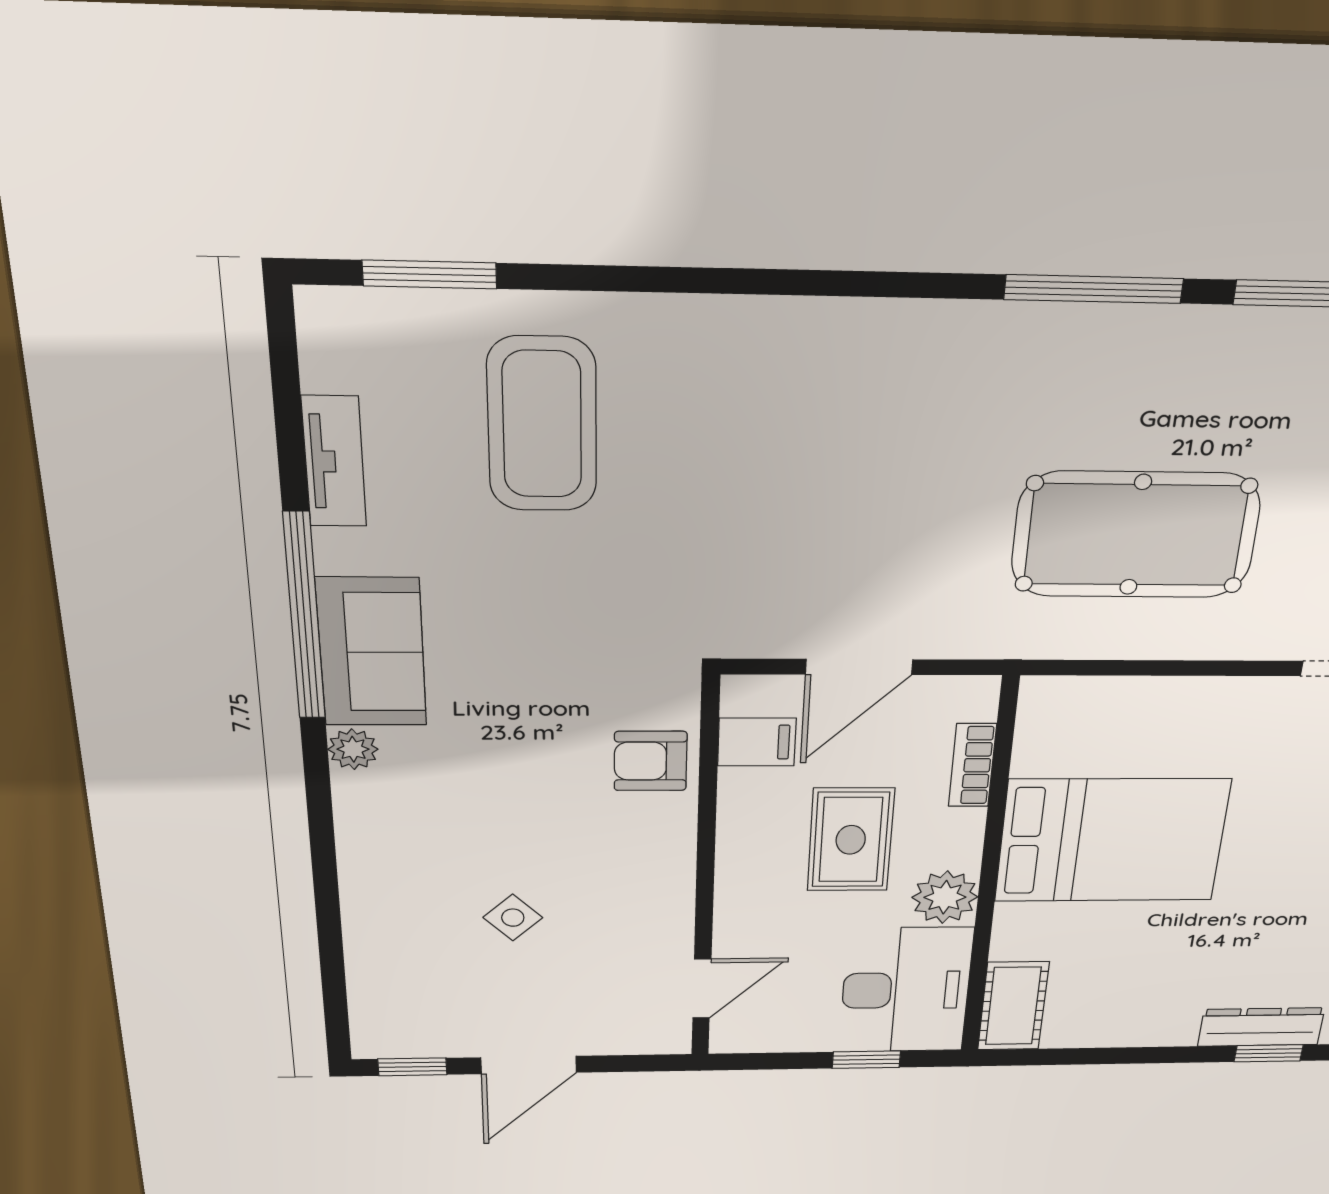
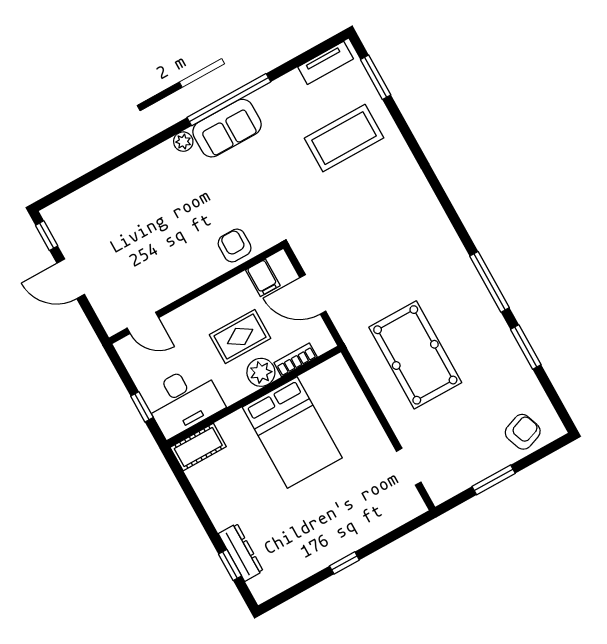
tv unit: (334, 462) -> (326, 63), moved
plant: (945, 897) -> (261, 372), moved
side table: (513, 918) -> (139, 235), removed

